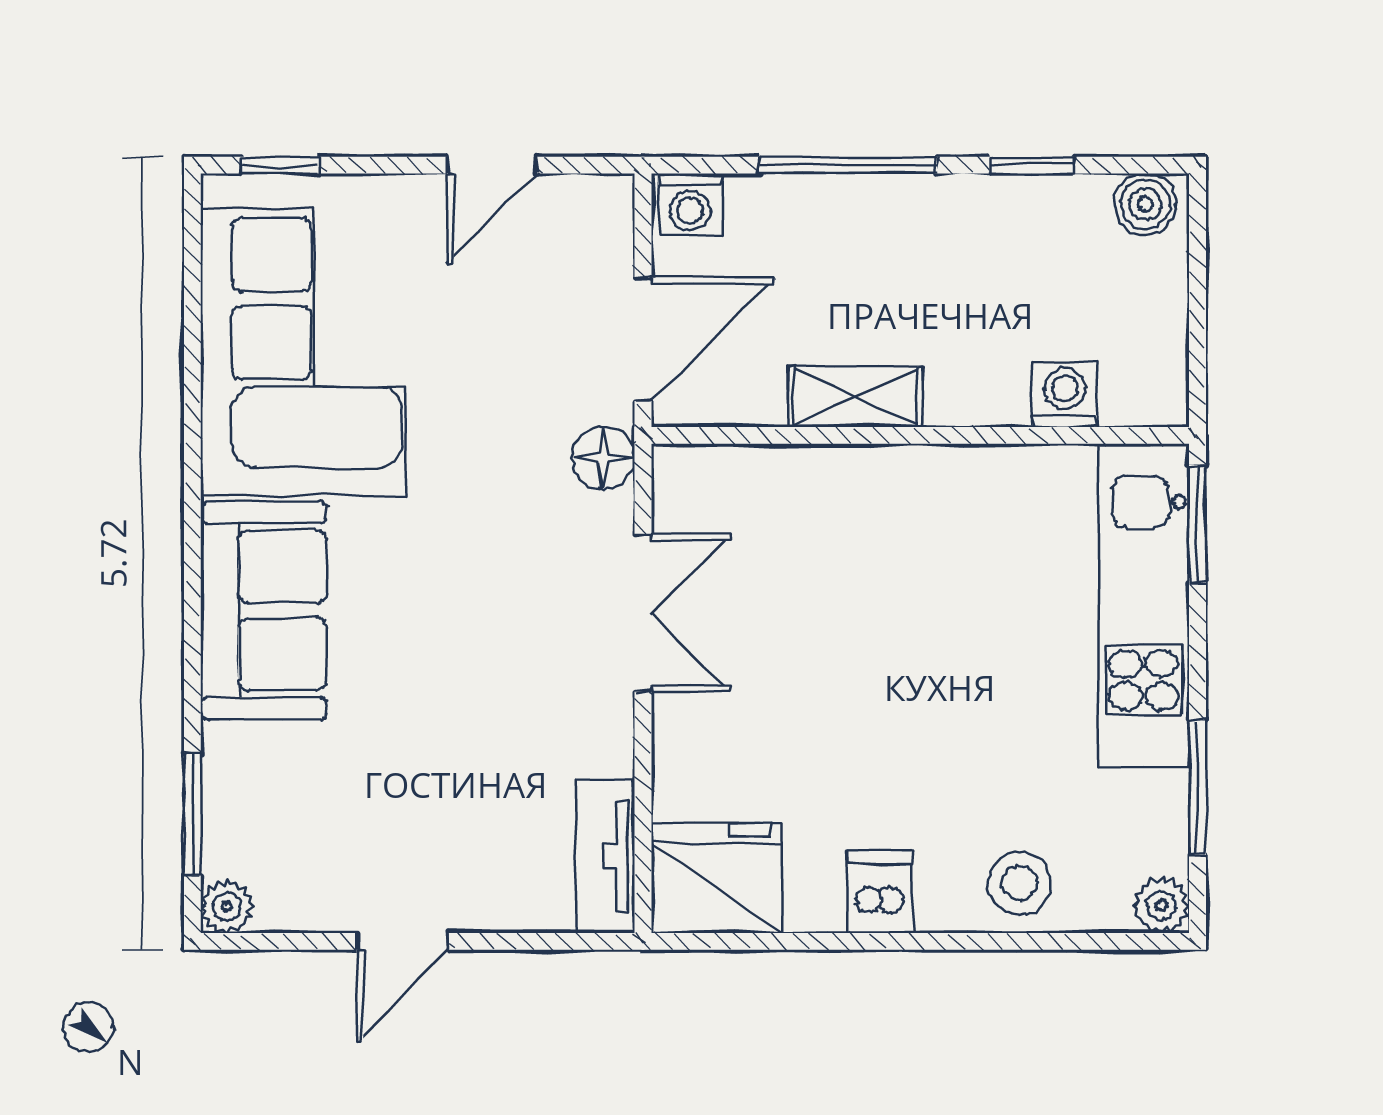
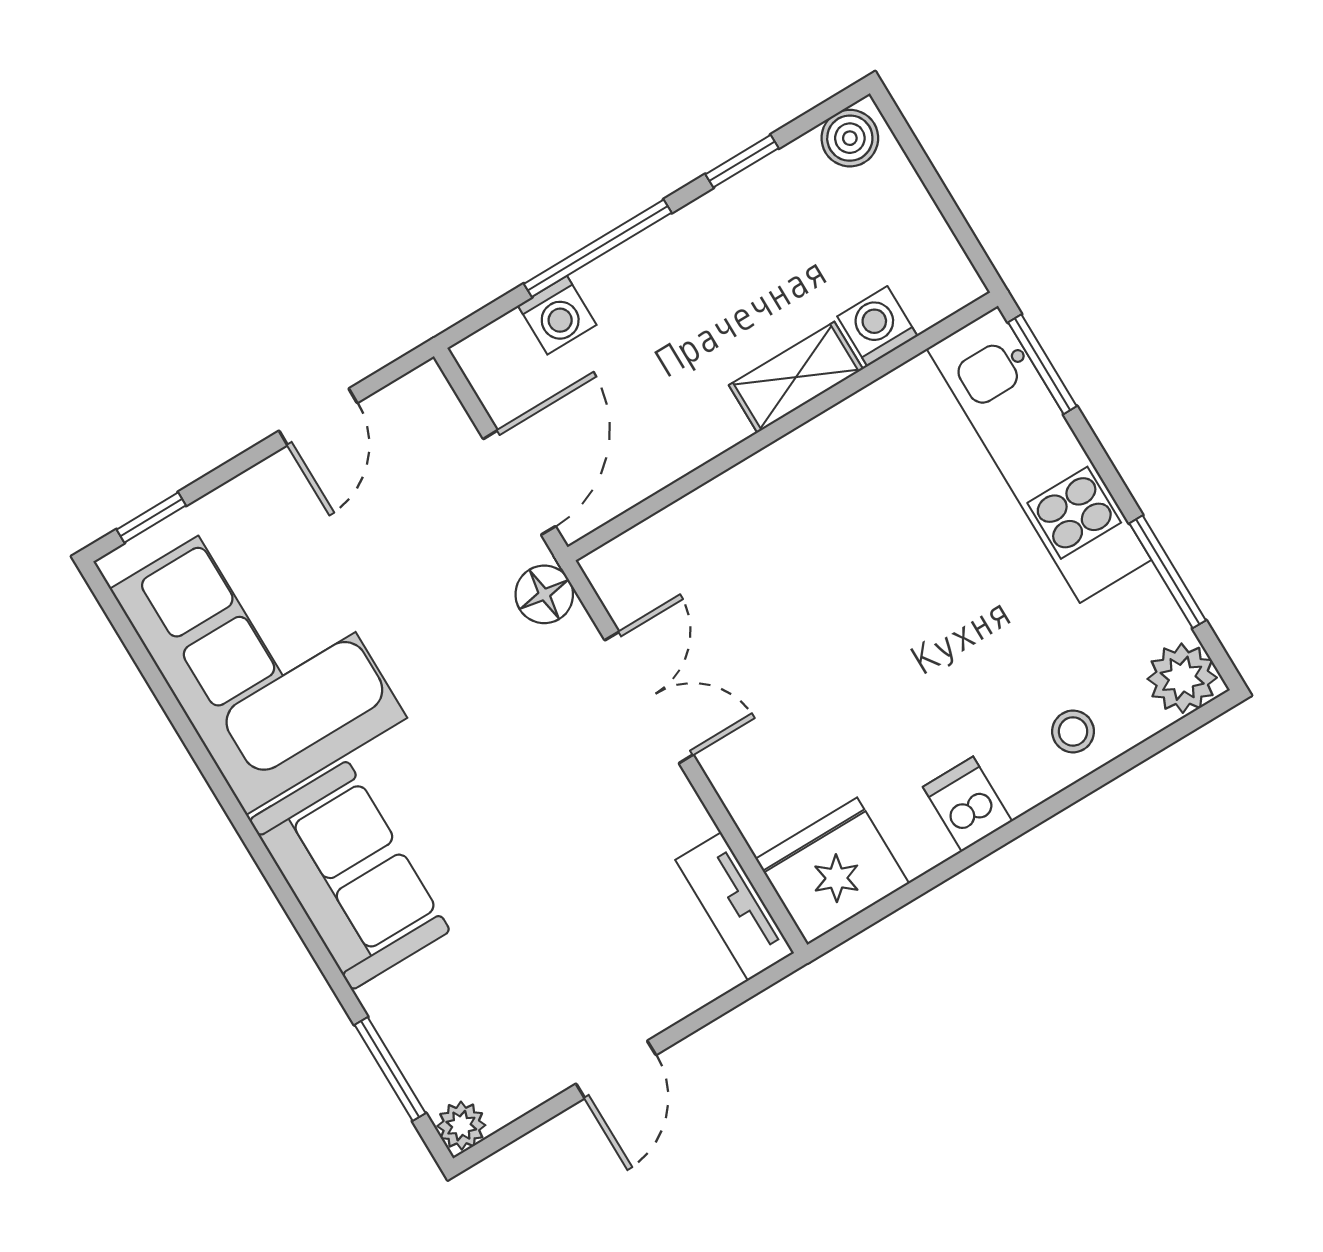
washing machine: (690, 205) -> (557, 315), moved
shelving: (856, 397) -> (796, 377), moved
stool: (1019, 883) -> (1073, 731), width x0.73, depth x0.73
plant: (1161, 905) -> (1182, 678), width x1.38, depth x1.38

